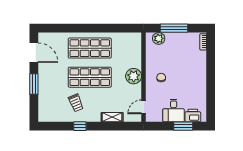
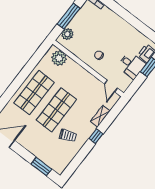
plant: (134, 76) -> (59, 58), moved
window: (34, 84) -> (41, 167), moved
window: (80, 126) -> (96, 136), moved

